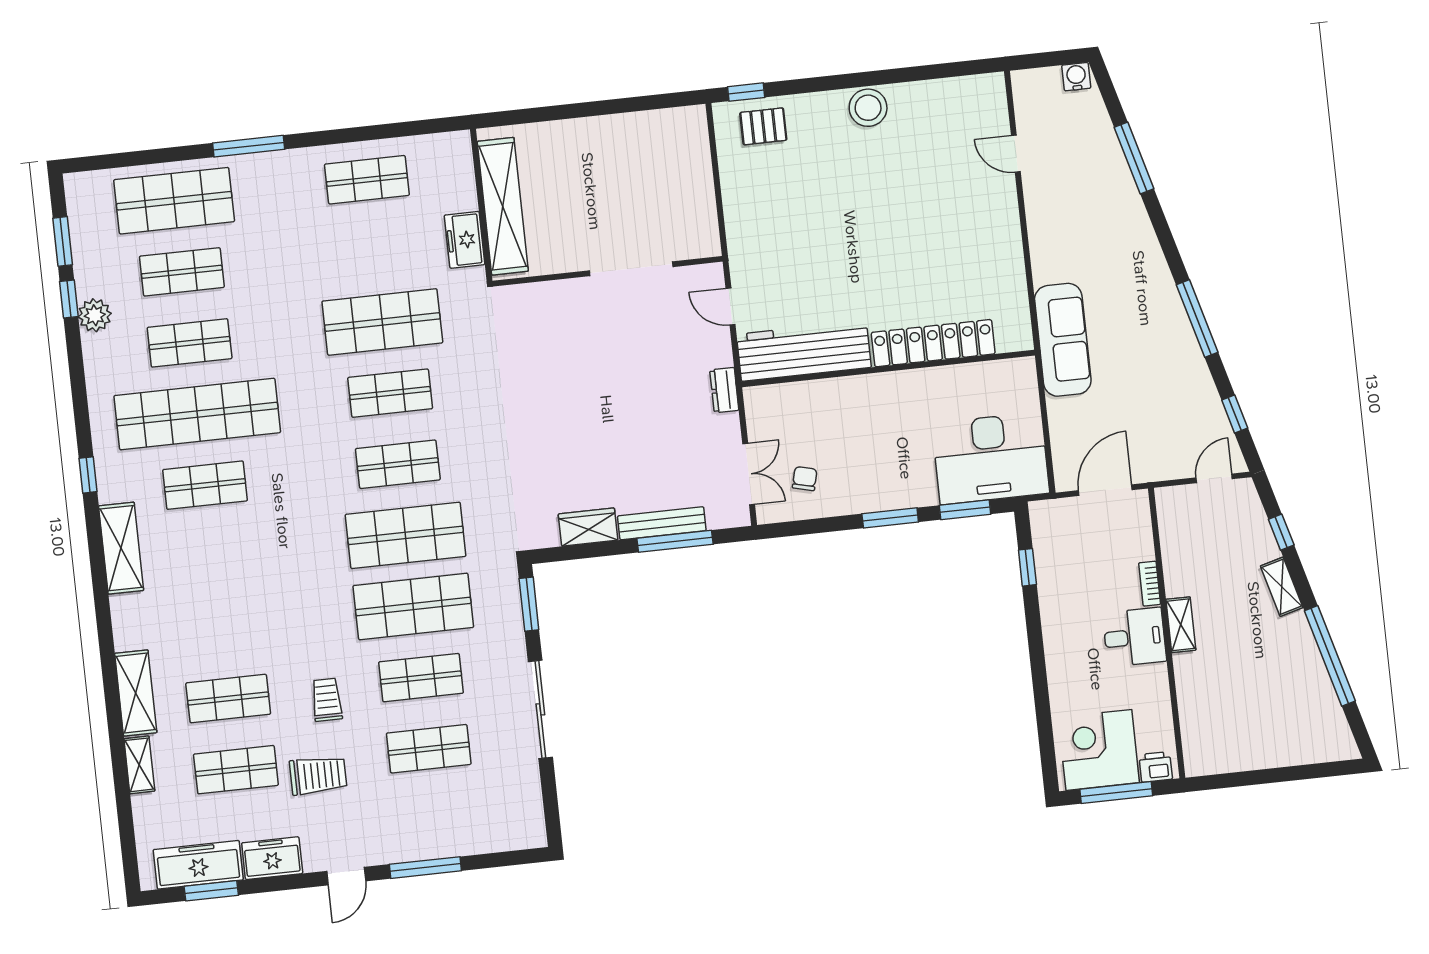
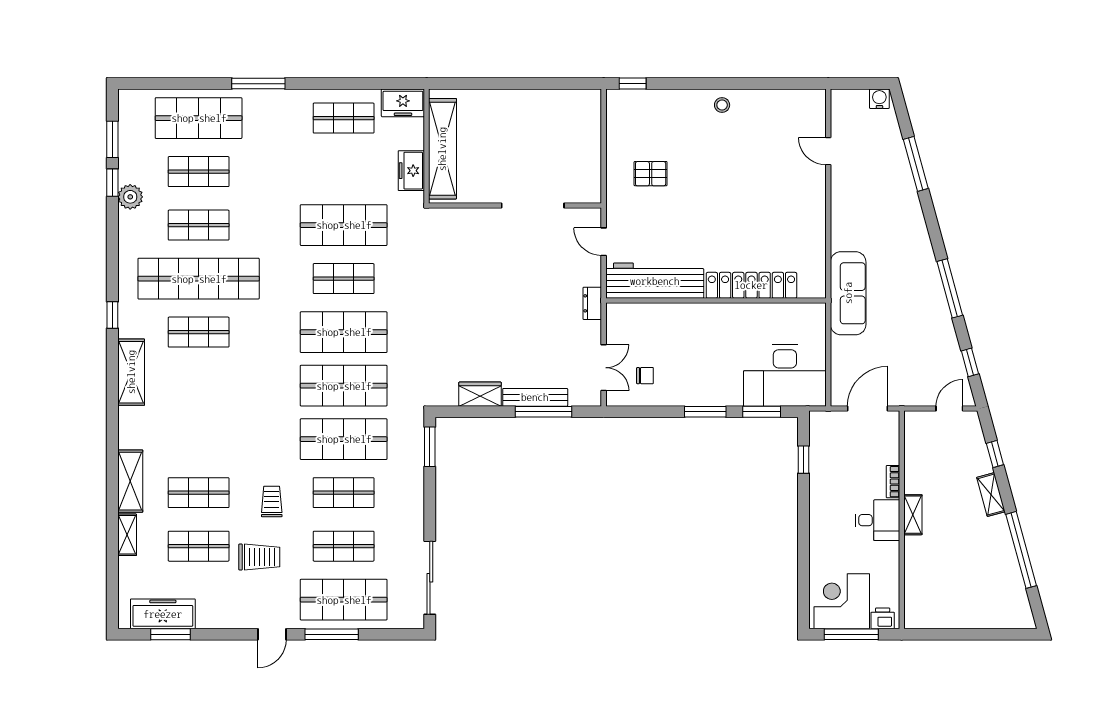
stool: (868, 108) -> (722, 105), width x0.53, depth x0.53
pallet: (763, 126) -> (651, 174), moved
shop shelf: (398, 464) -> (344, 332), width x1.43, depth x1.36
chair: (805, 479) -> (645, 376), turned 76
sliding door: (540, 709) -> (430, 578), moved
shop shelf: (436, 820) -> (344, 600), added
freezer: (272, 858) -> (403, 103), moved, turned 180

